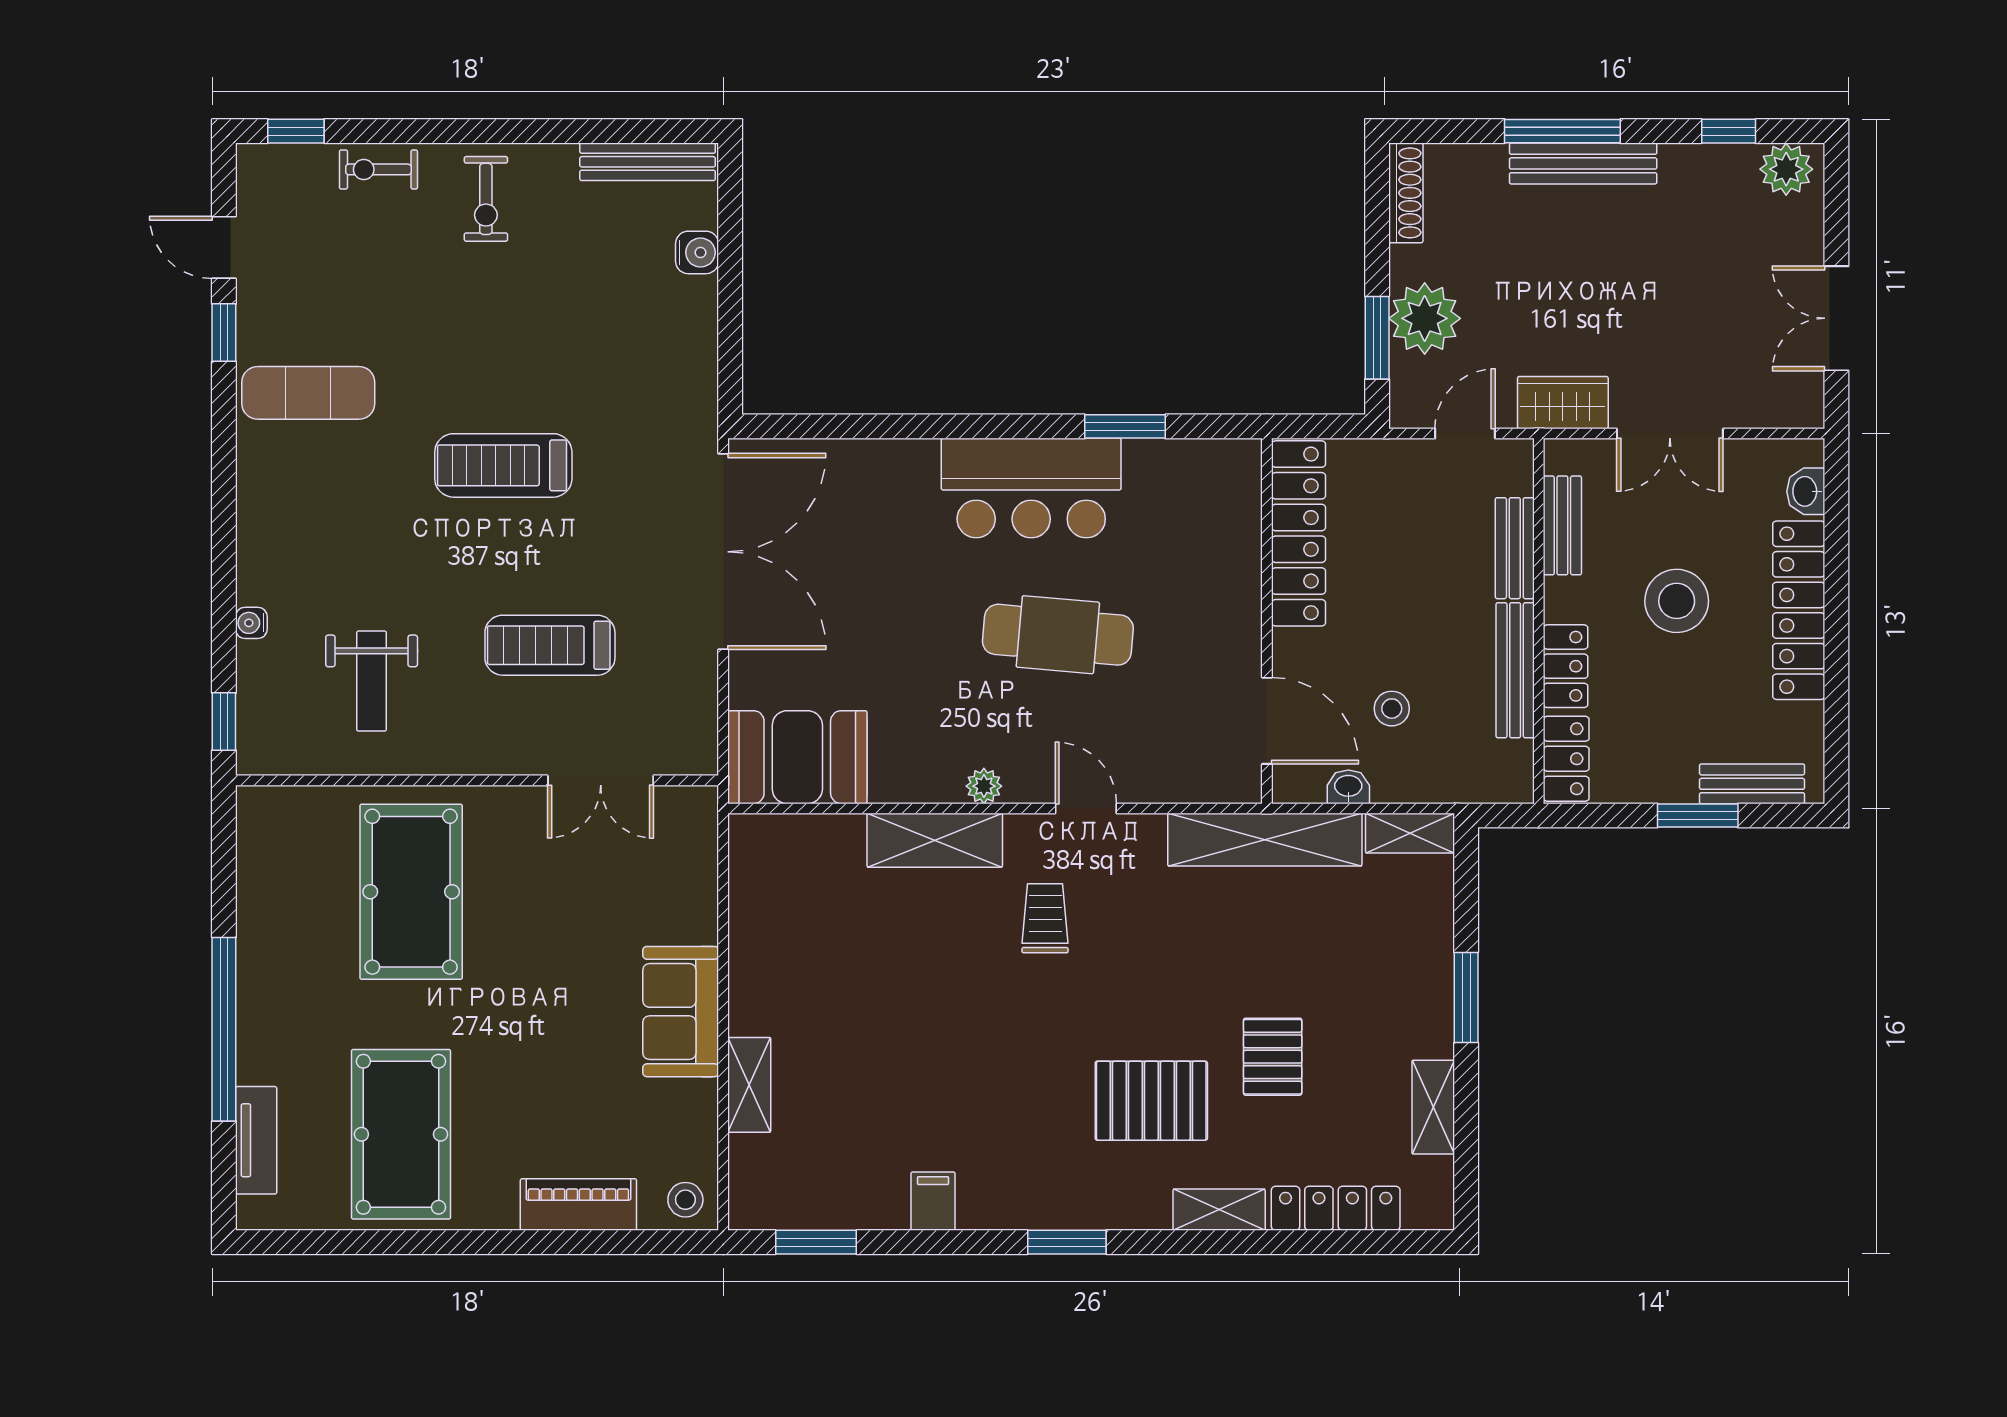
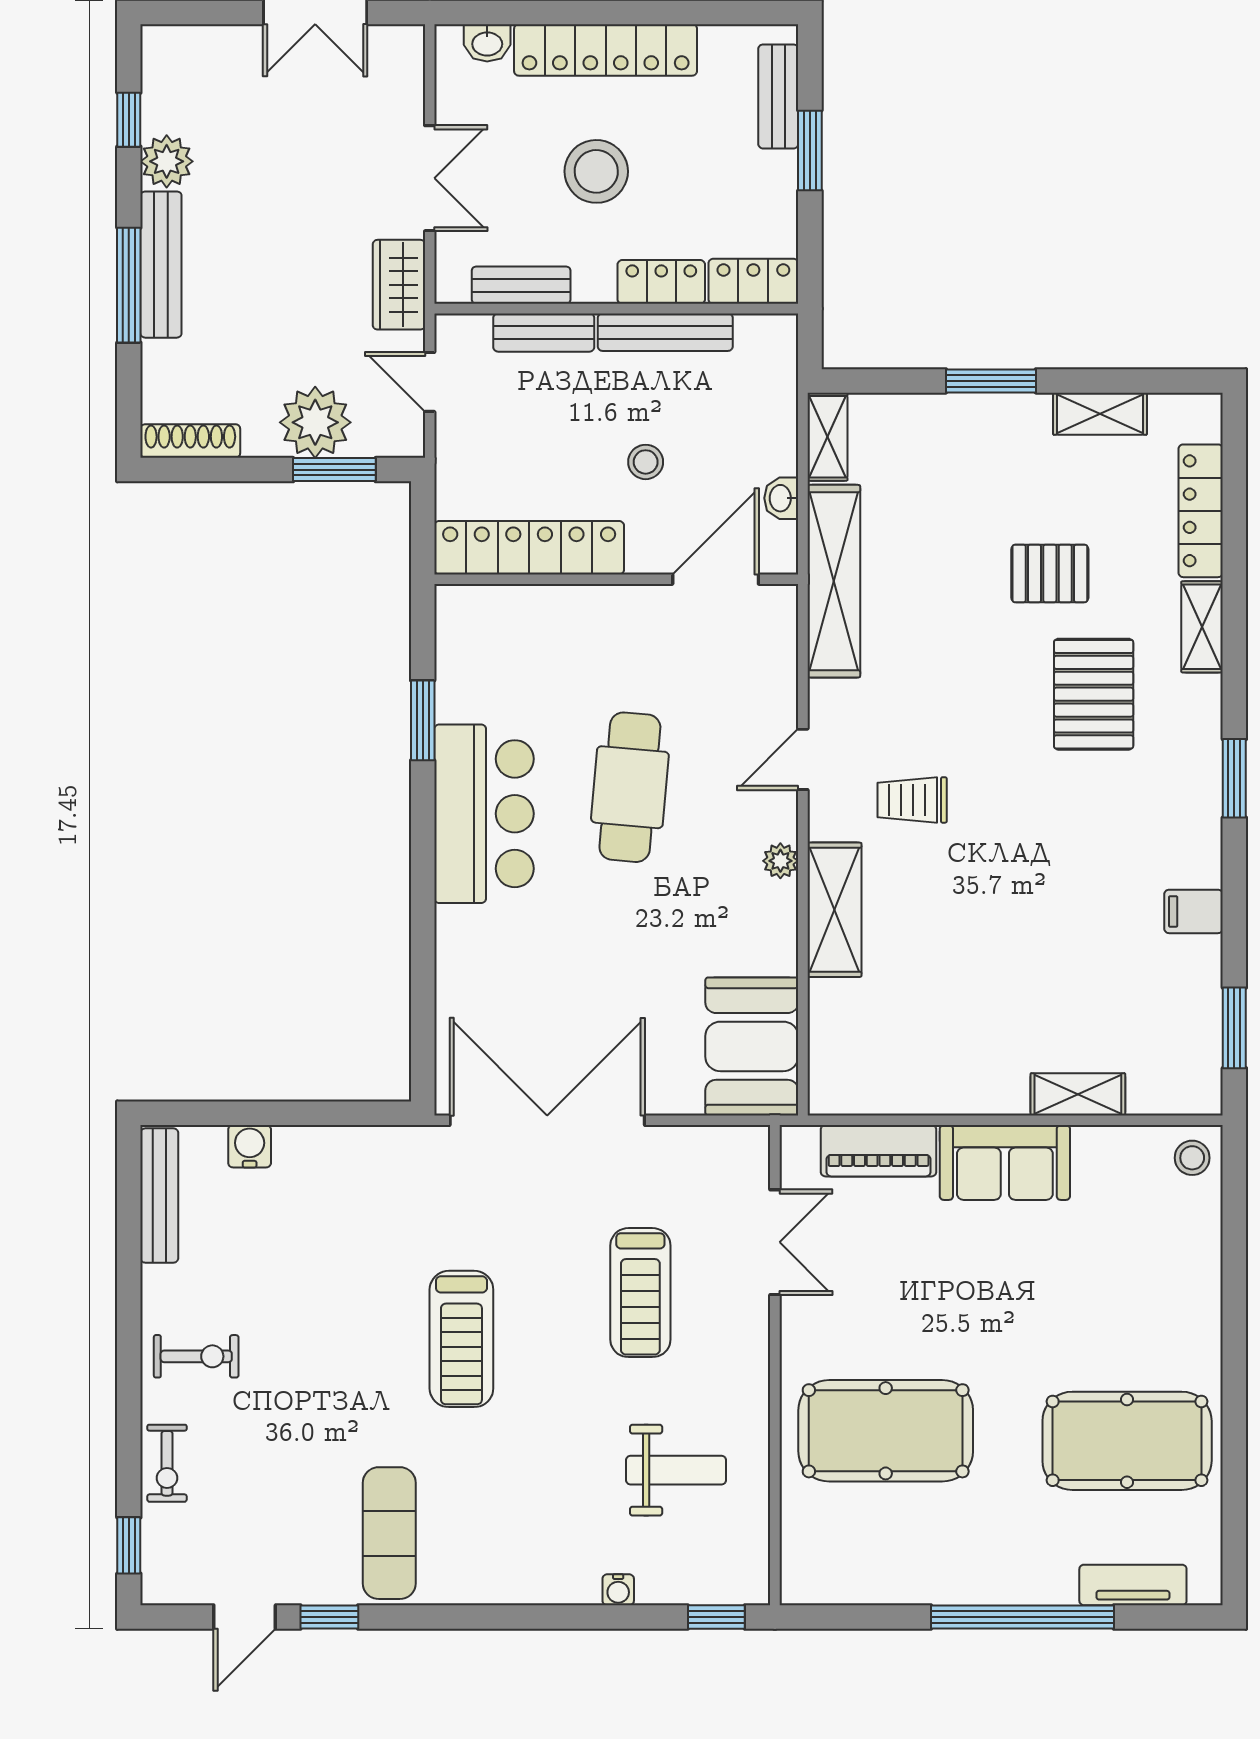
plant: (1786, 169) -> (167, 161), moved
stool: (1392, 709) -> (646, 462), moved
piano: (578, 1204) -> (879, 1151), moved, turned -90

